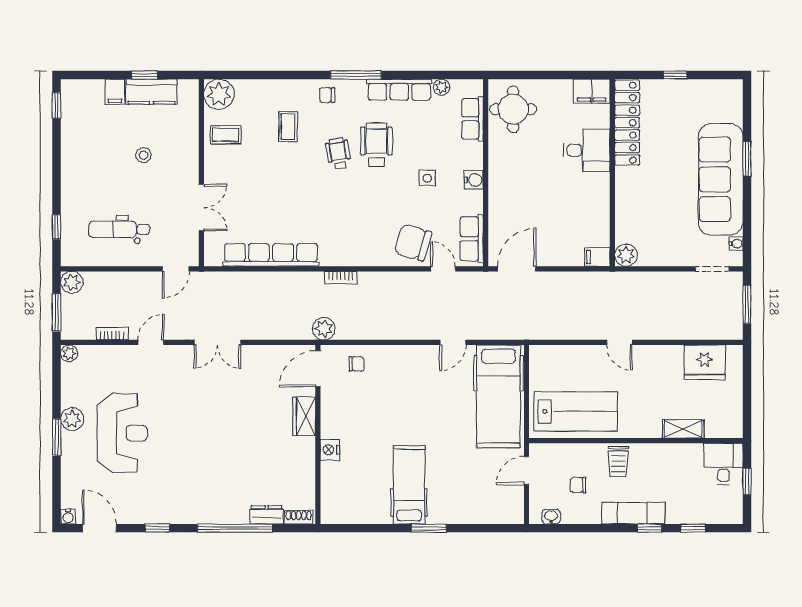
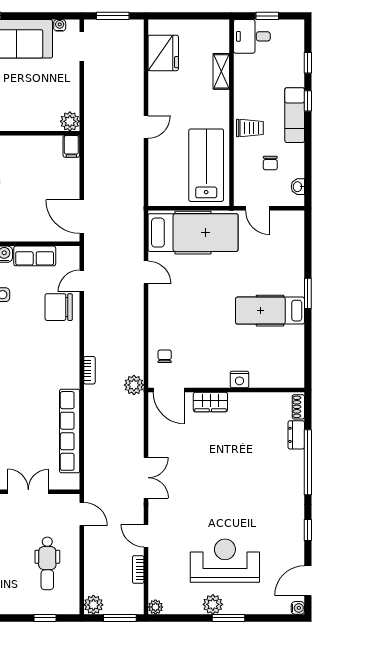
row of seats: (472, 239) -> (35, 256), moved
chair: (413, 242) -> (59, 307), turned 73

